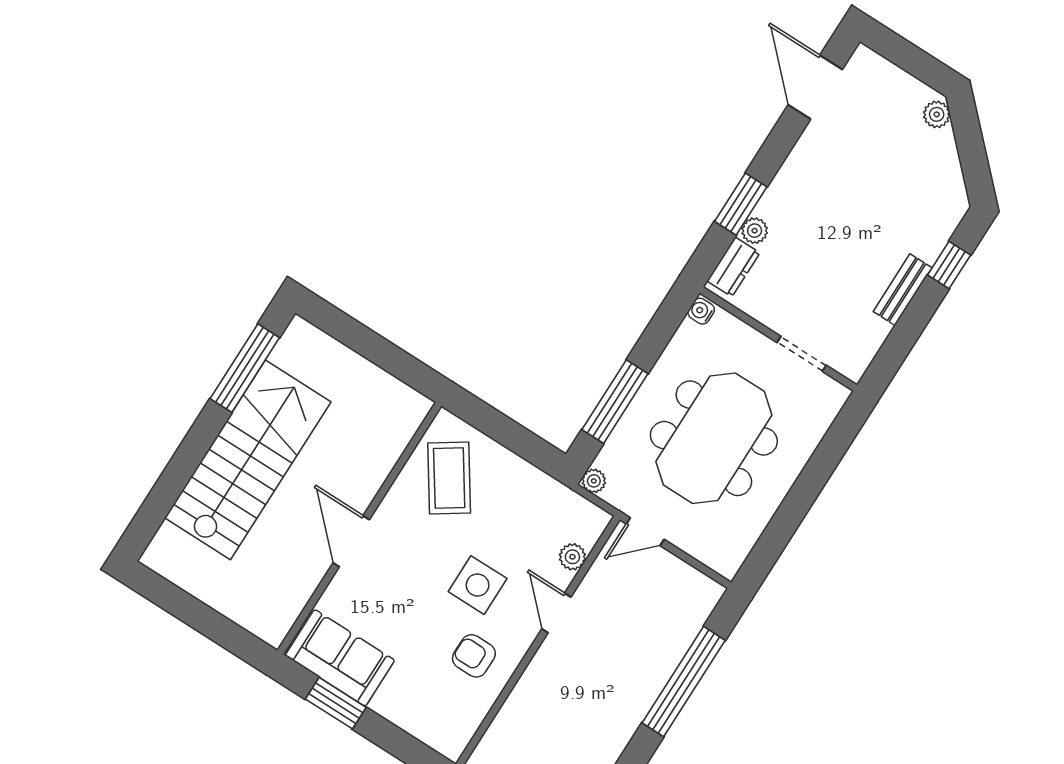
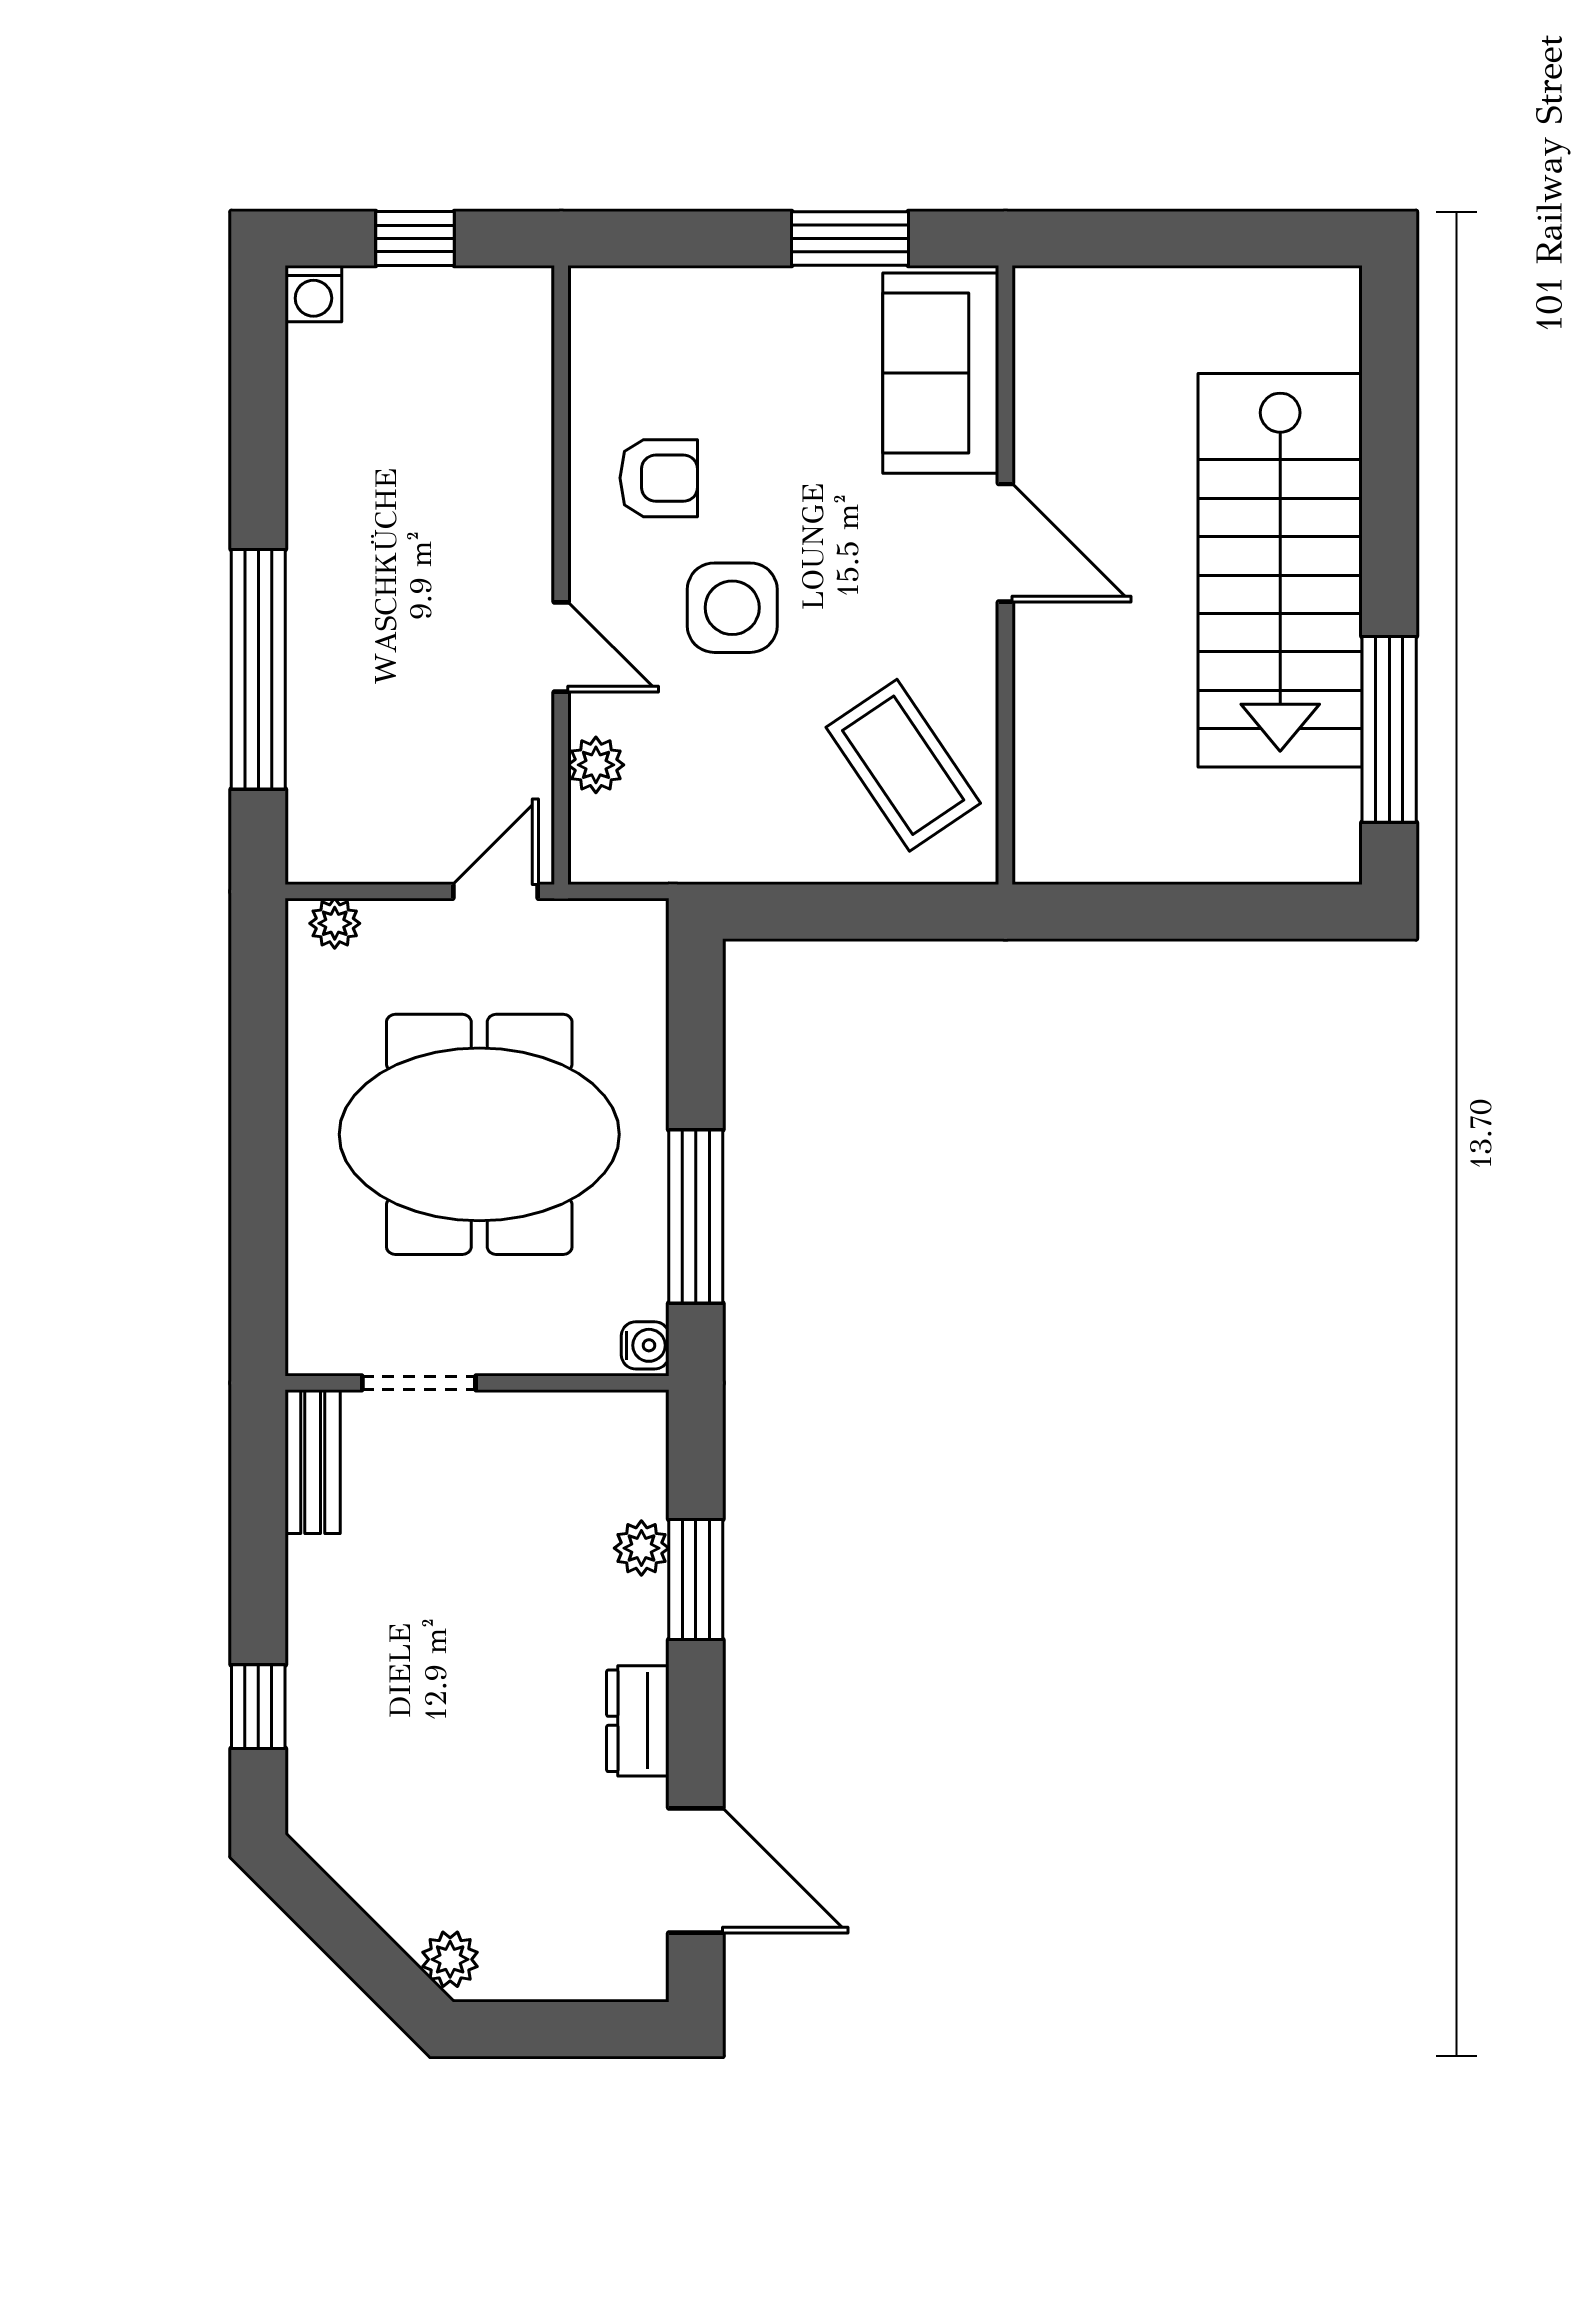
dresser: (734, 267) -> (638, 1721), moved
bench: (903, 290) -> (313, 1462), moved
window: (615, 402) -> (696, 1217), moved
meeting table: (714, 438) -> (479, 1134), turned 90
plant: (594, 481) -> (335, 923), moved
sofa: (340, 658) -> (941, 373), moved, turned 90

